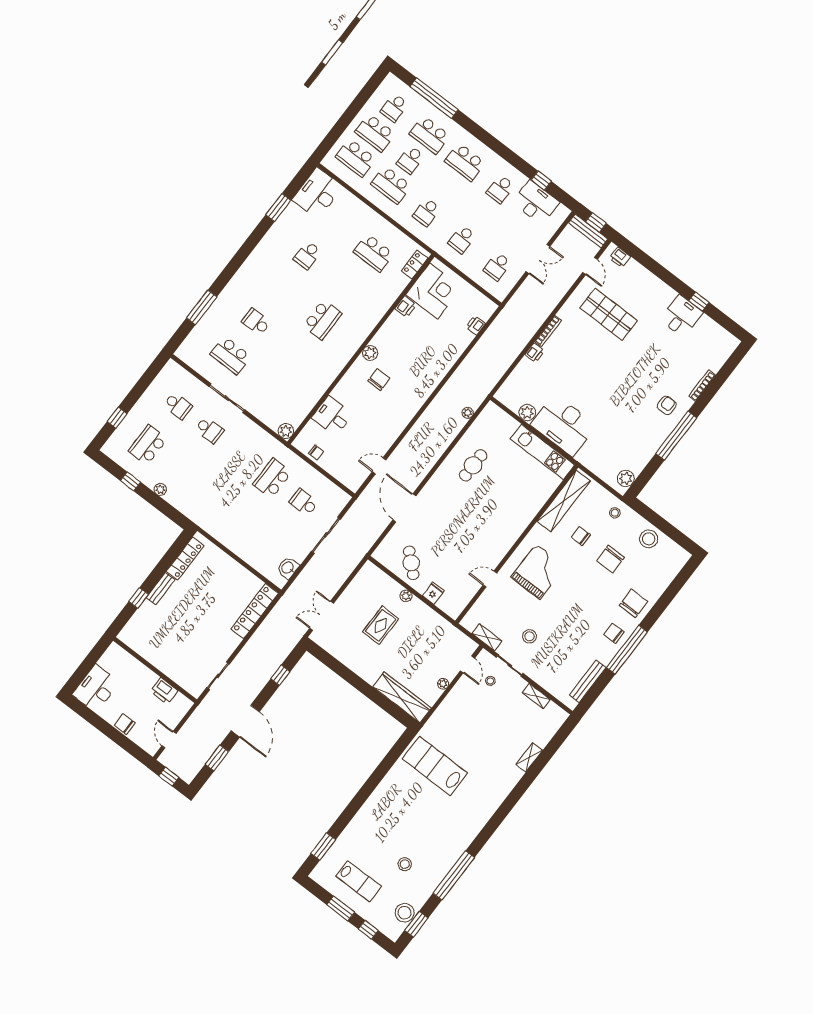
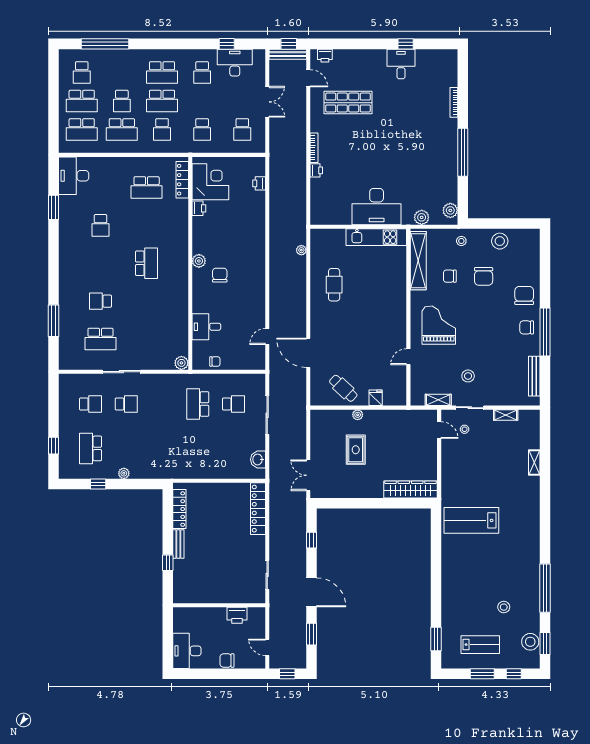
school desk: (430, 135) -> (162, 101), moved
locker: (415, 265) -> (182, 180), width x1.53
armchair: (667, 405) -> (440, 136), removed
plant: (527, 413) -> (422, 217), moved
school desk: (304, 502) -> (233, 404), turned 180
plant: (443, 684) -> (432, 457), removed

